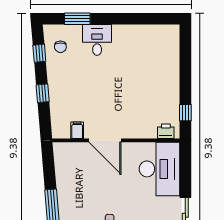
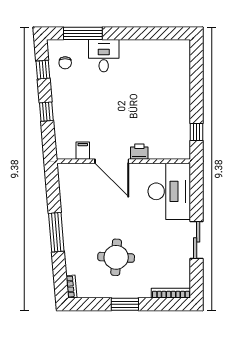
window: (77, 19) -> (83, 33), width x1.44
printer: (166, 131) -> (139, 152), moved

